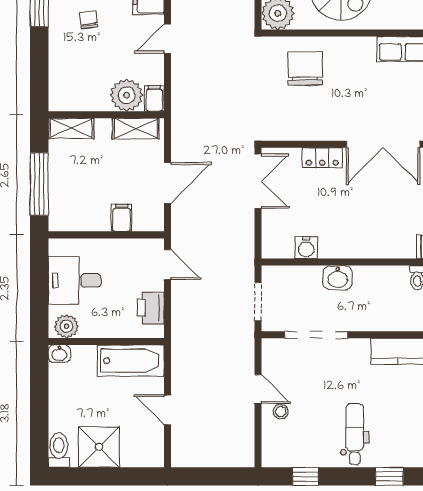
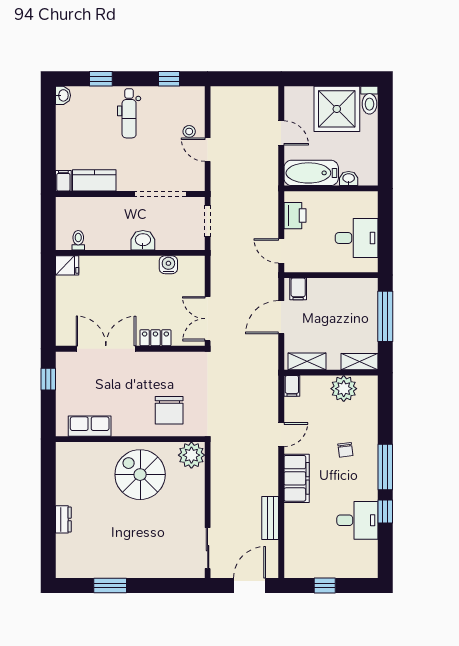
plant: (127, 95) -> (344, 389), moved
filing cabinet: (122, 218) -> (298, 289), moved
plant: (66, 326) -> (363, 201), removed
washbasin: (59, 354) -> (349, 179), moved
shower: (99, 447) -> (337, 109), width x1.37, depth x1.37

